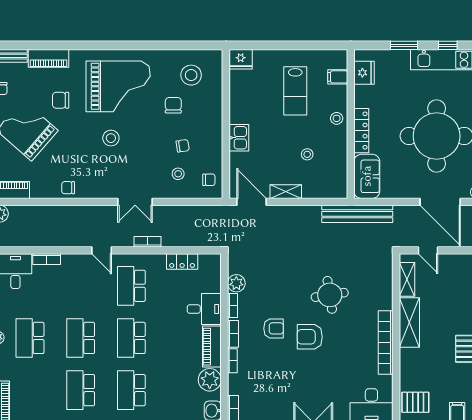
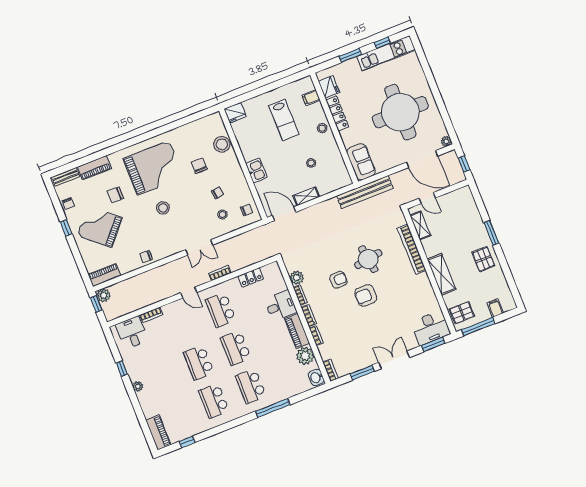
stool: (191, 75) -> (222, 144), moved
locker: (361, 131) -> (337, 113), moved
shelving: (409, 323) -> (442, 274), moved
armchair: (274, 328) -> (338, 280), moved
school desk: (30, 338) -> (162, 377), removed
bookcase: (386, 343) -> (412, 249), moved

